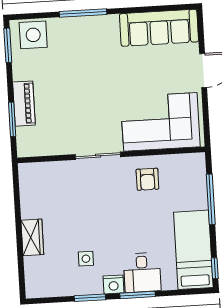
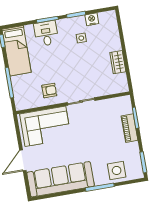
sofa: (159, 28) -> (61, 179), width x1.36, depth x1.27
side table: (33, 35) -> (117, 170), moved
armchair: (147, 179) -> (49, 91), turned 90
wardrobe: (32, 237) -> (118, 62), moved
nightstand: (113, 284) -> (92, 19), moved

